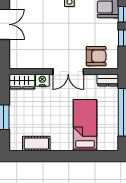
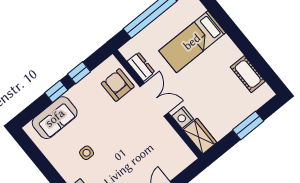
dresser: (108, 80) -> (141, 67), moved

